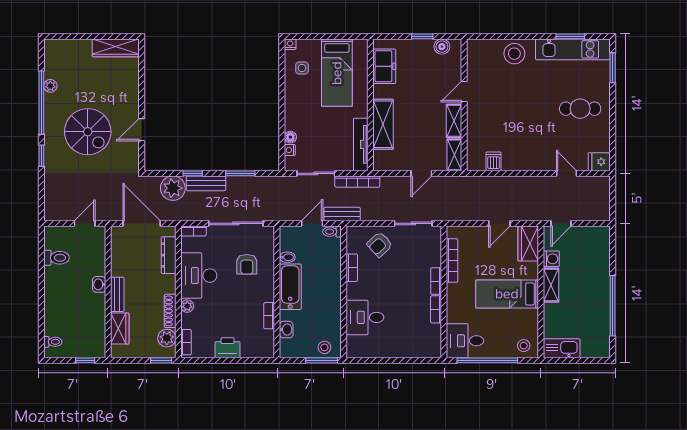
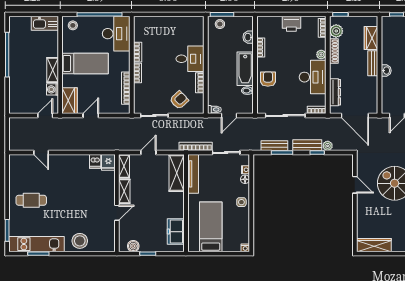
side table: (302, 68) -> (241, 202), moved
shelving: (383, 124) -> (177, 173), moved
door: (142, 130) -> (355, 185), hinge flipped
fridge: (599, 162) -> (108, 162), moved, turned 90
plant: (173, 188) -> (328, 146), width x0.53, depth x0.53
bench: (342, 214) -> (274, 146), moved
armchair: (247, 264) -> (268, 79), moved
desk: (365, 317) -> (190, 59), moved
desk: (465, 341) -> (116, 34), width x1.37

